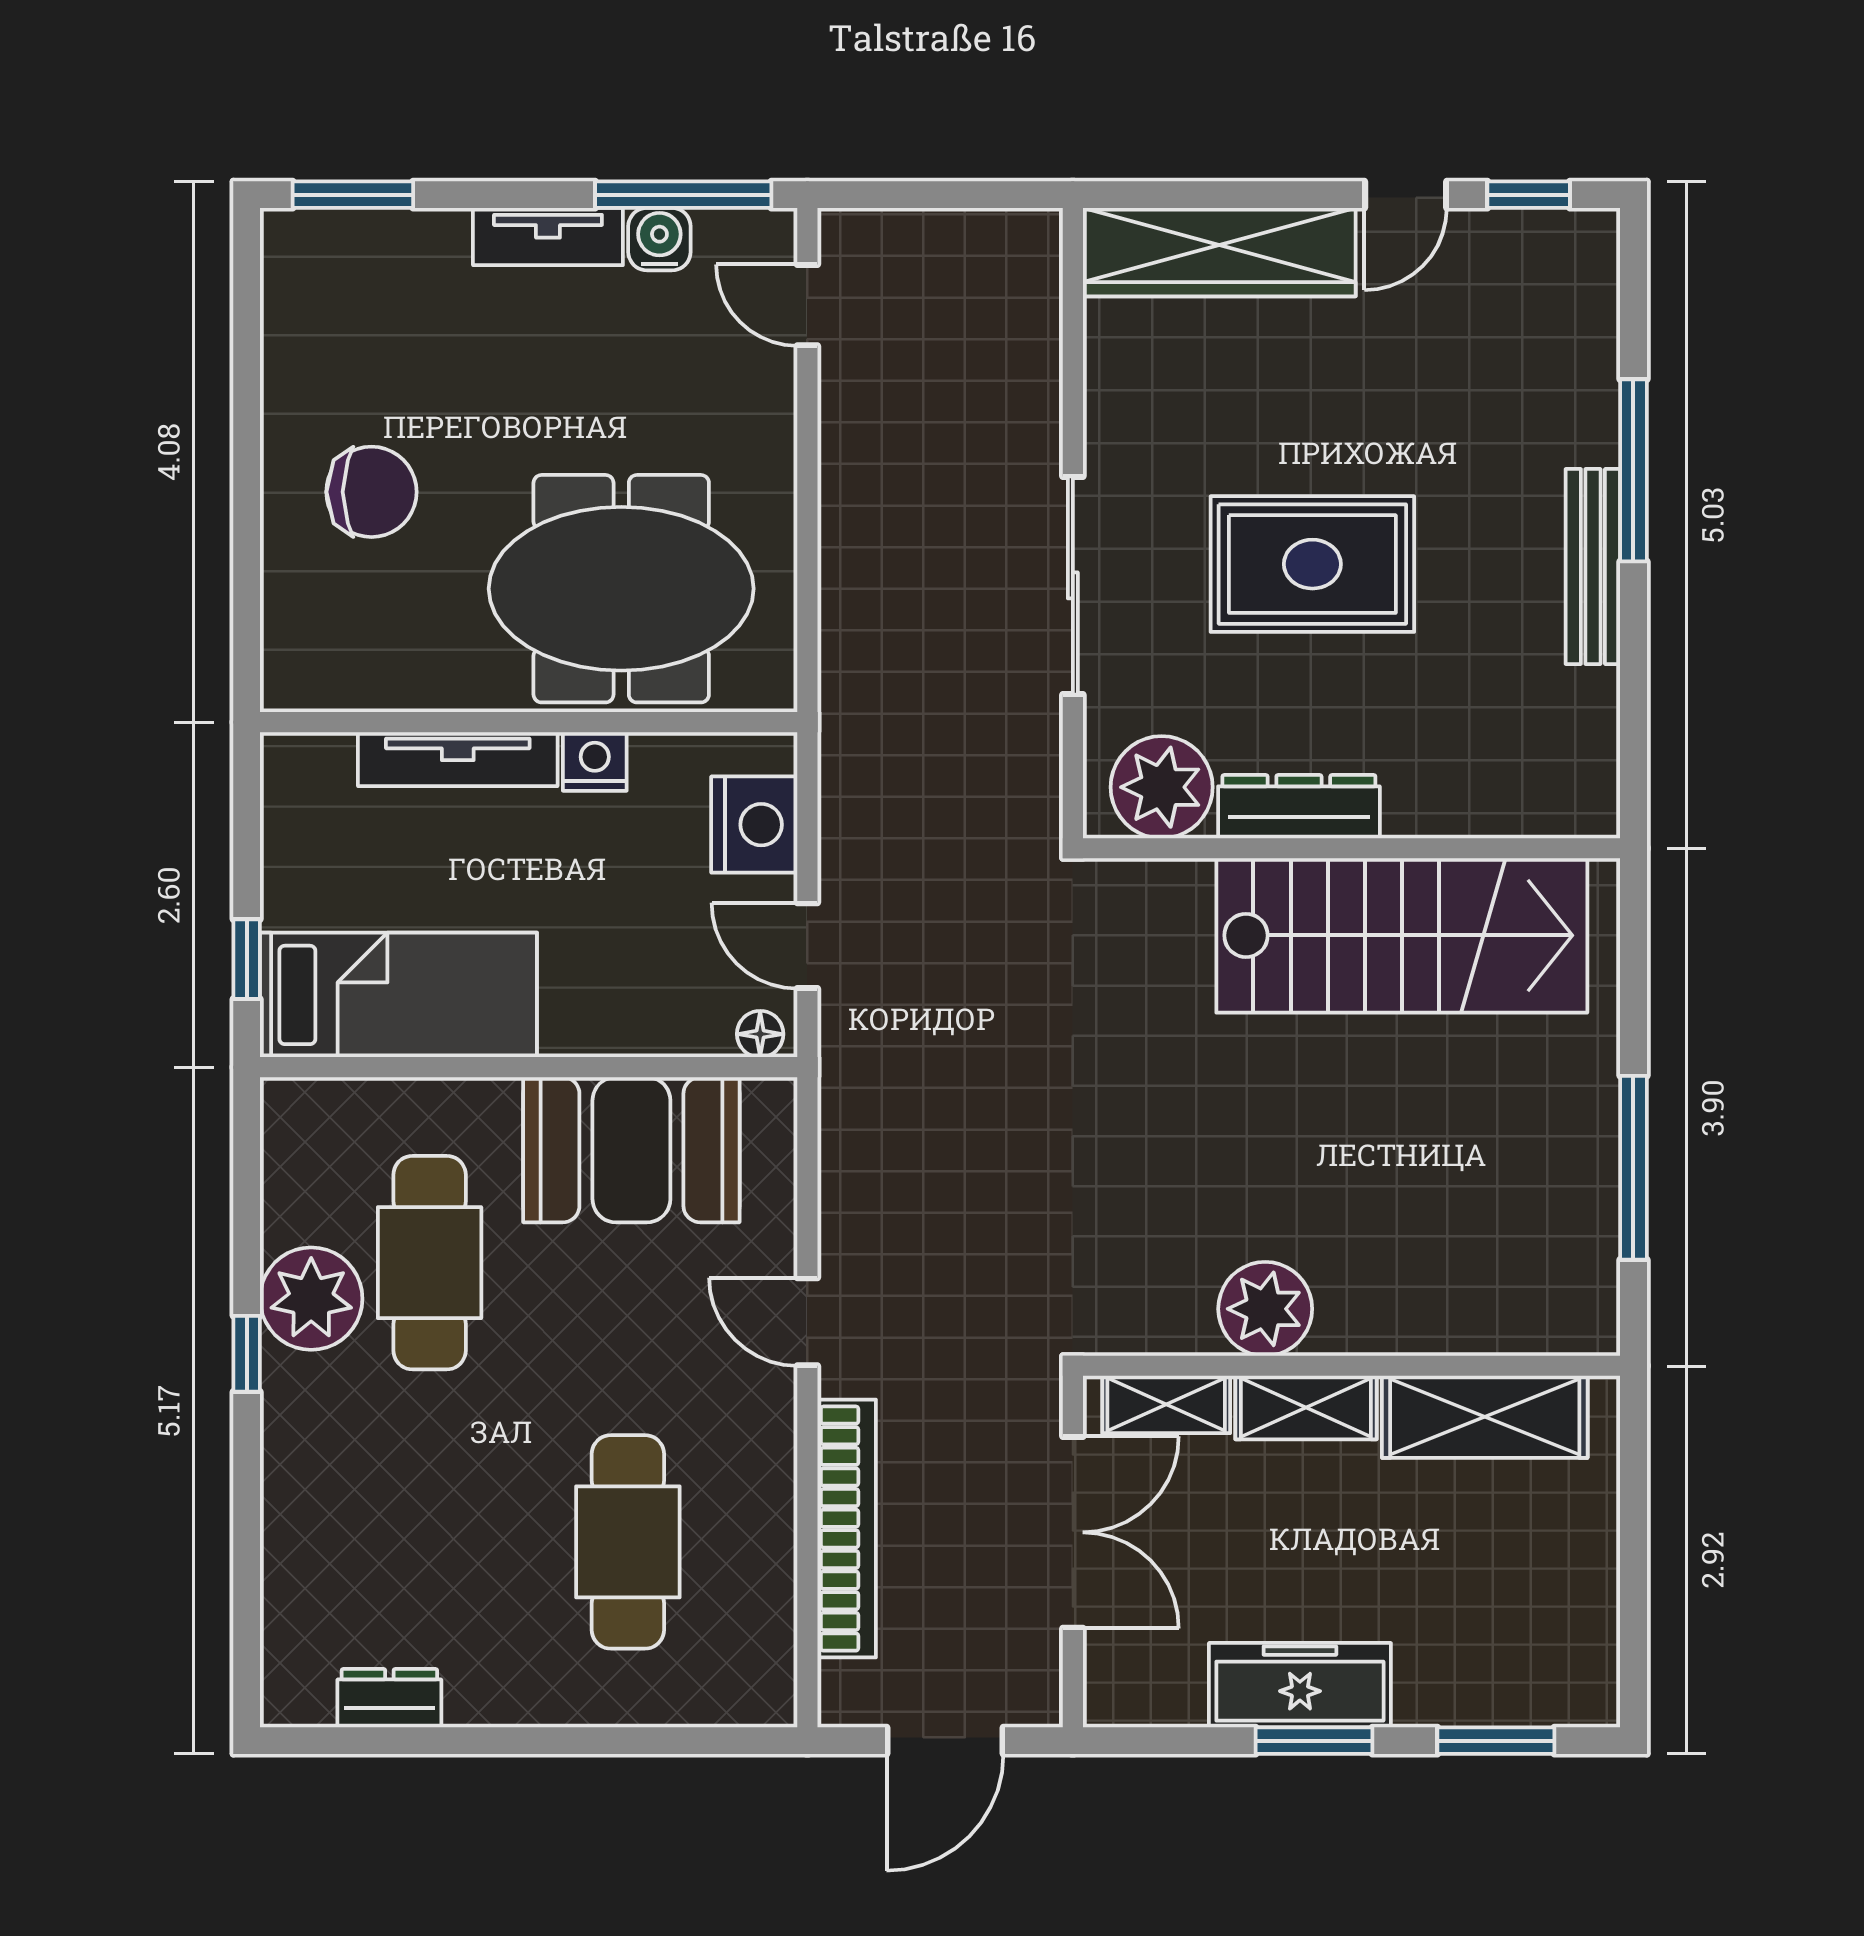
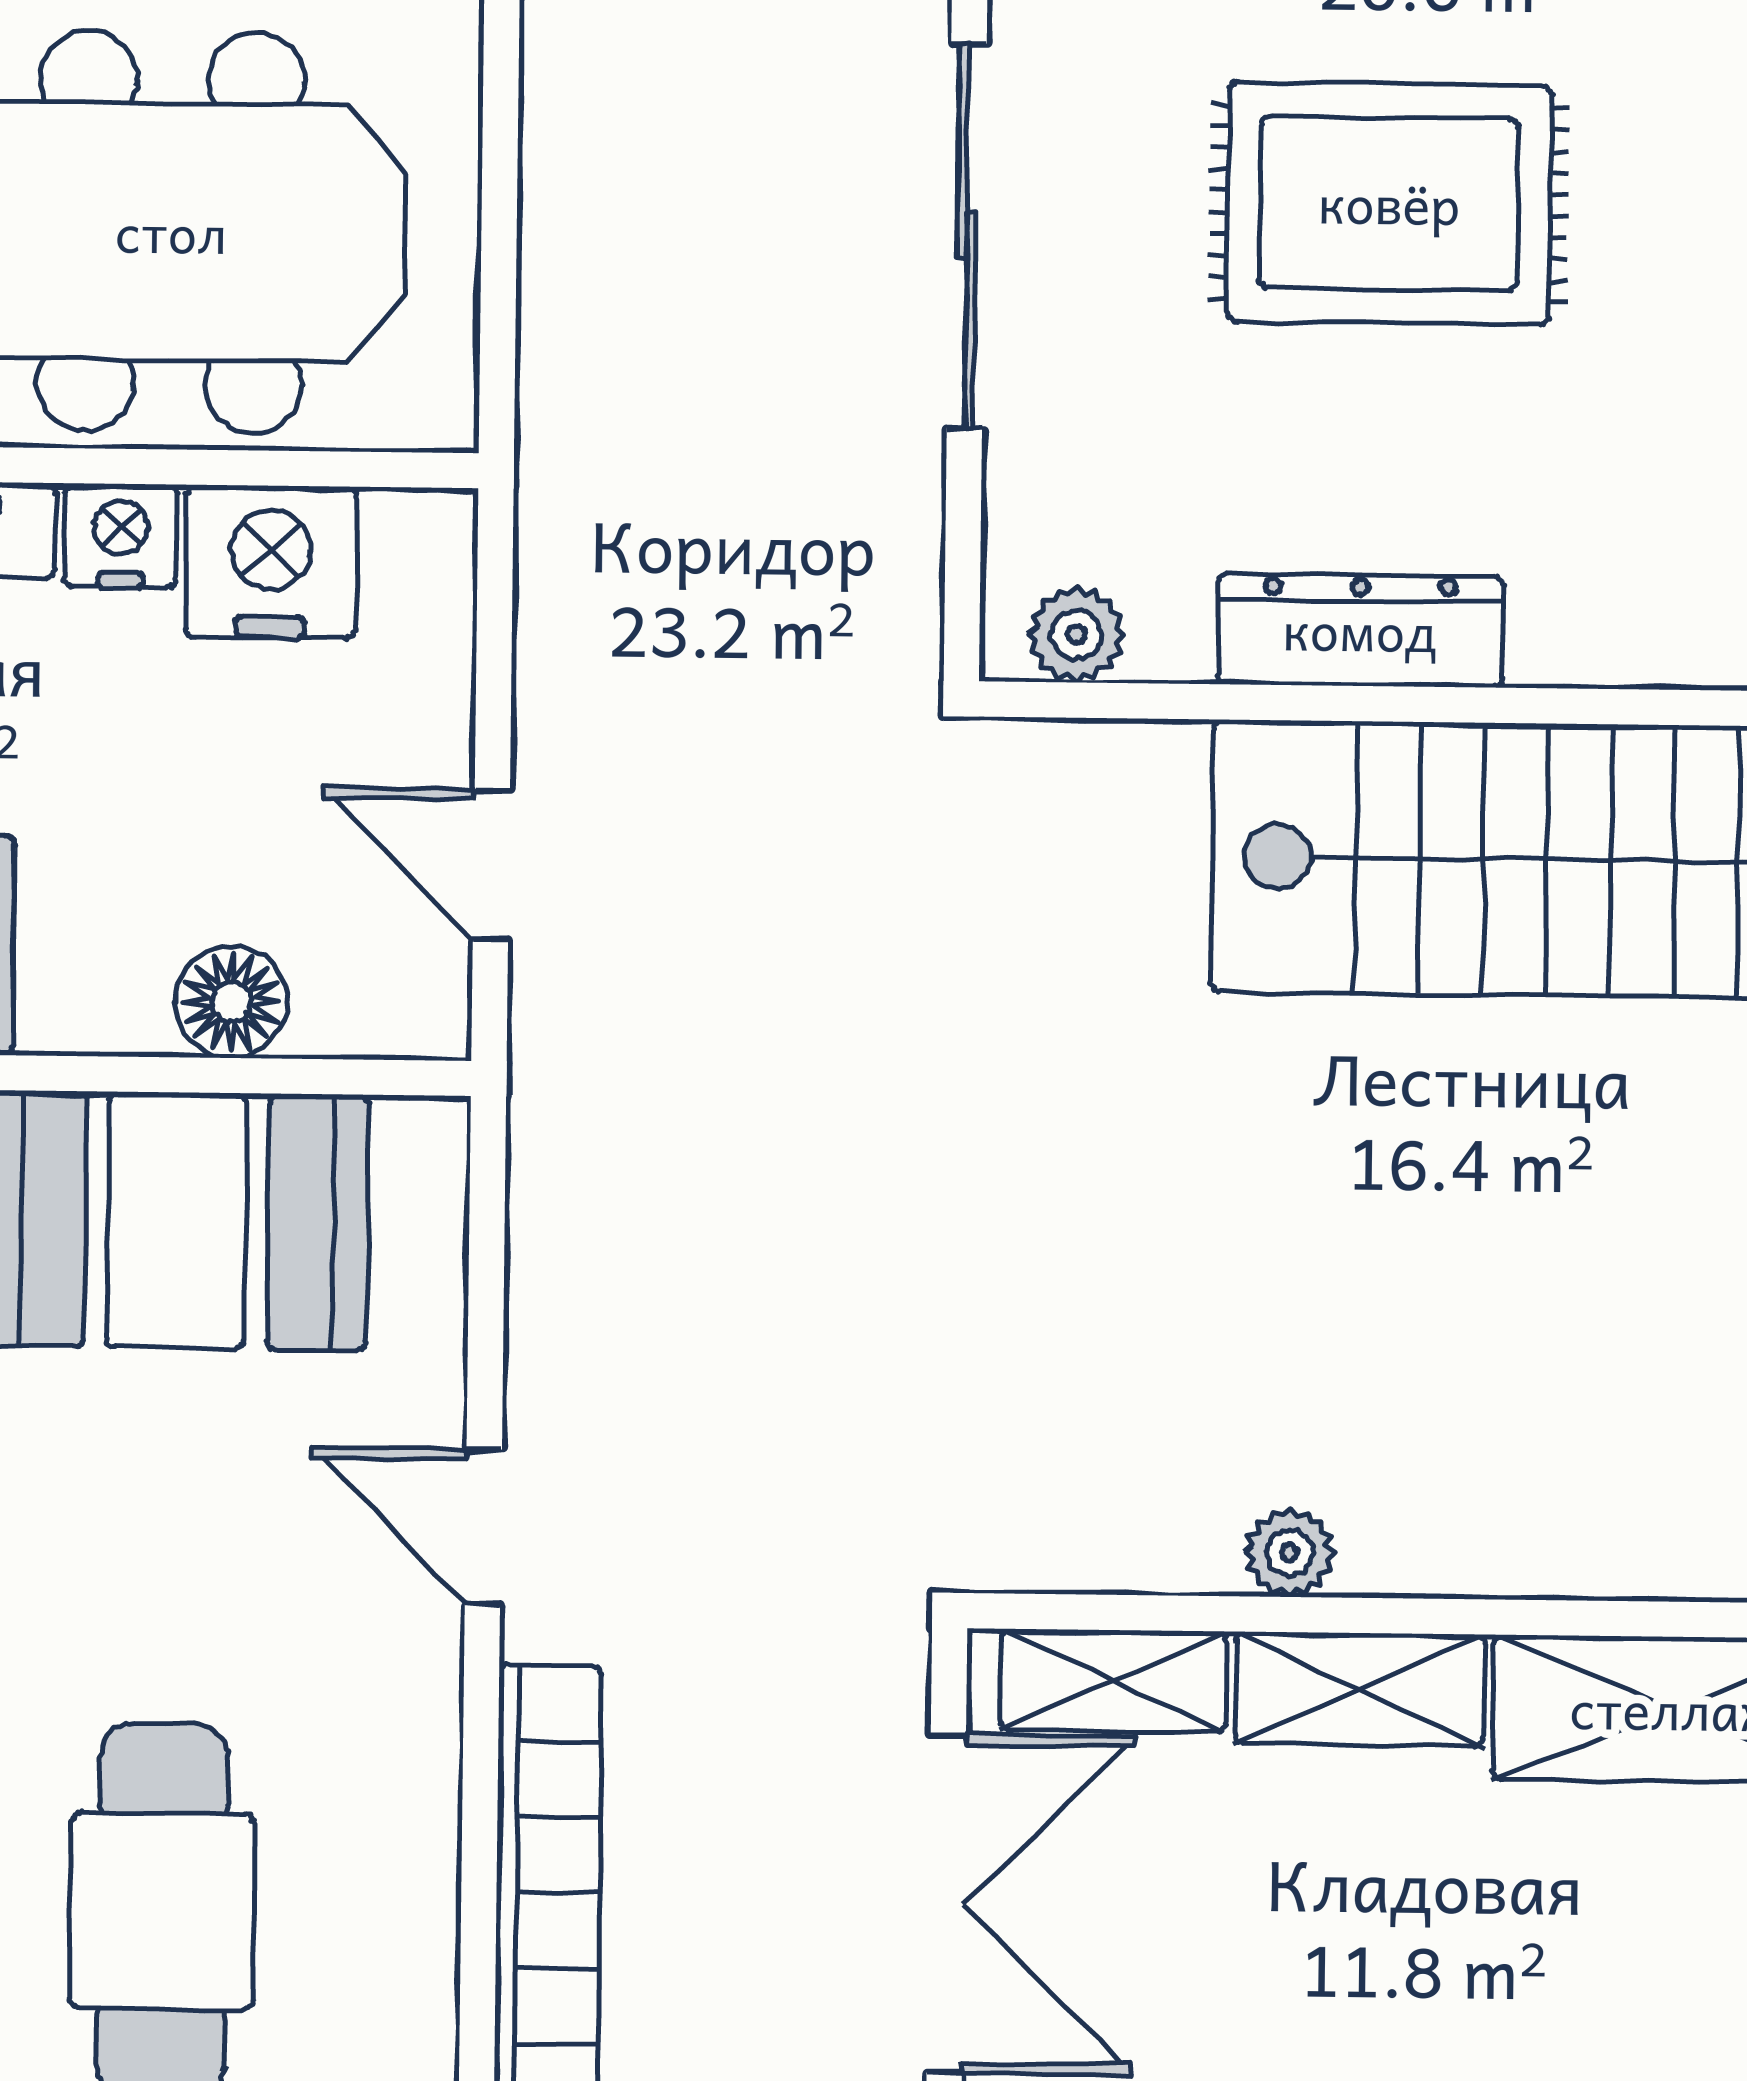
plant: (1162, 787) -> (1076, 635), width x0.53, depth x0.53
nightstand: (754, 825) -> (271, 562), moved, turned -90
floor lamp: (760, 1034) -> (231, 1002), moved, width x1.37, depth x1.37
plant: (1265, 1309) -> (1290, 1553), width x0.53, depth x0.53

